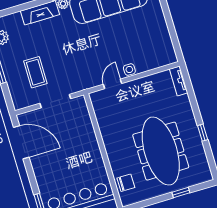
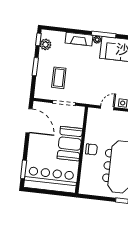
booth: (85, 149) -> (70, 144), added
chair: (126, 183) -> (91, 149), moved

